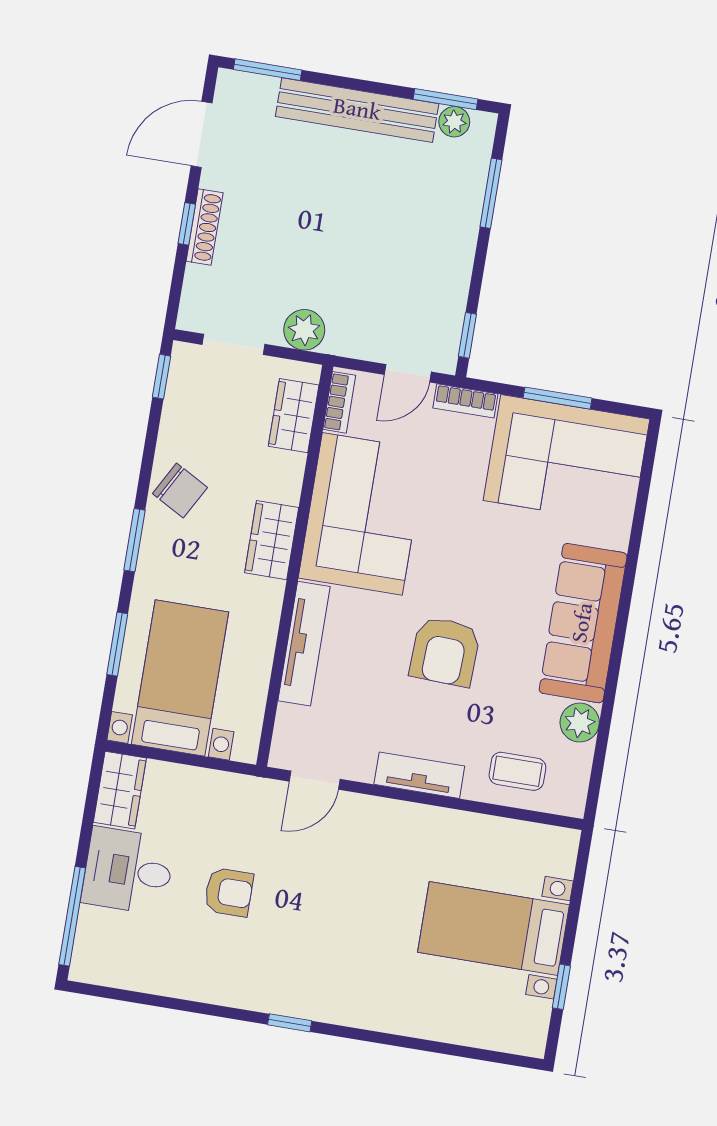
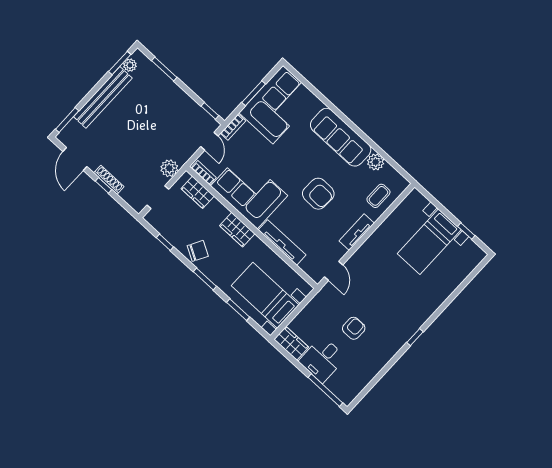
window: (161, 377) -> (165, 242), moved

